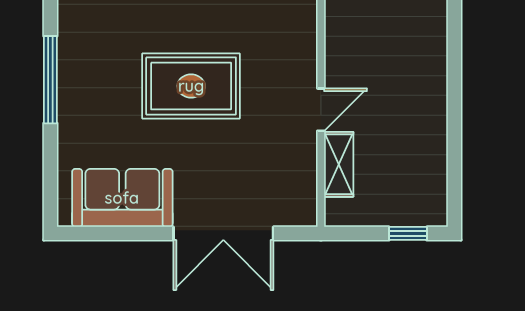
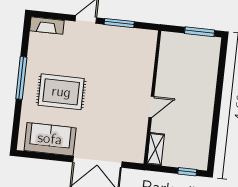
rug: (191, 86) -> (61, 92), moved
shelving: (339, 164) -> (156, 149), moved

